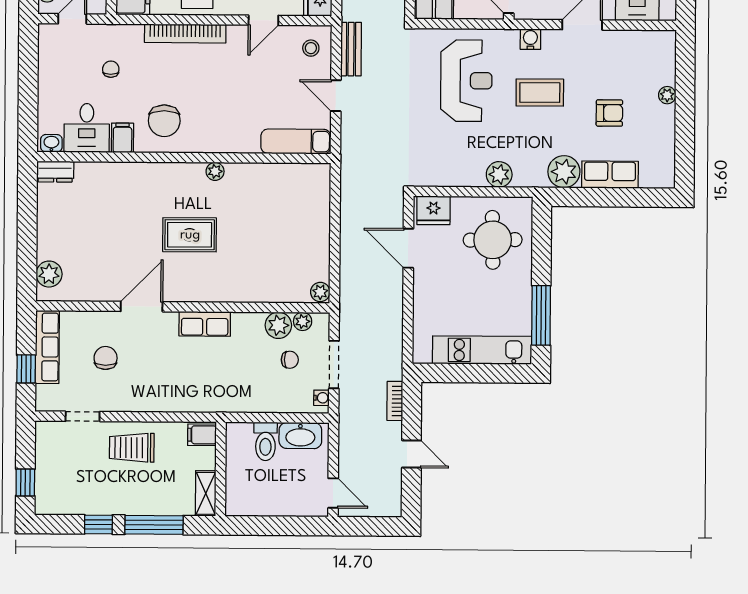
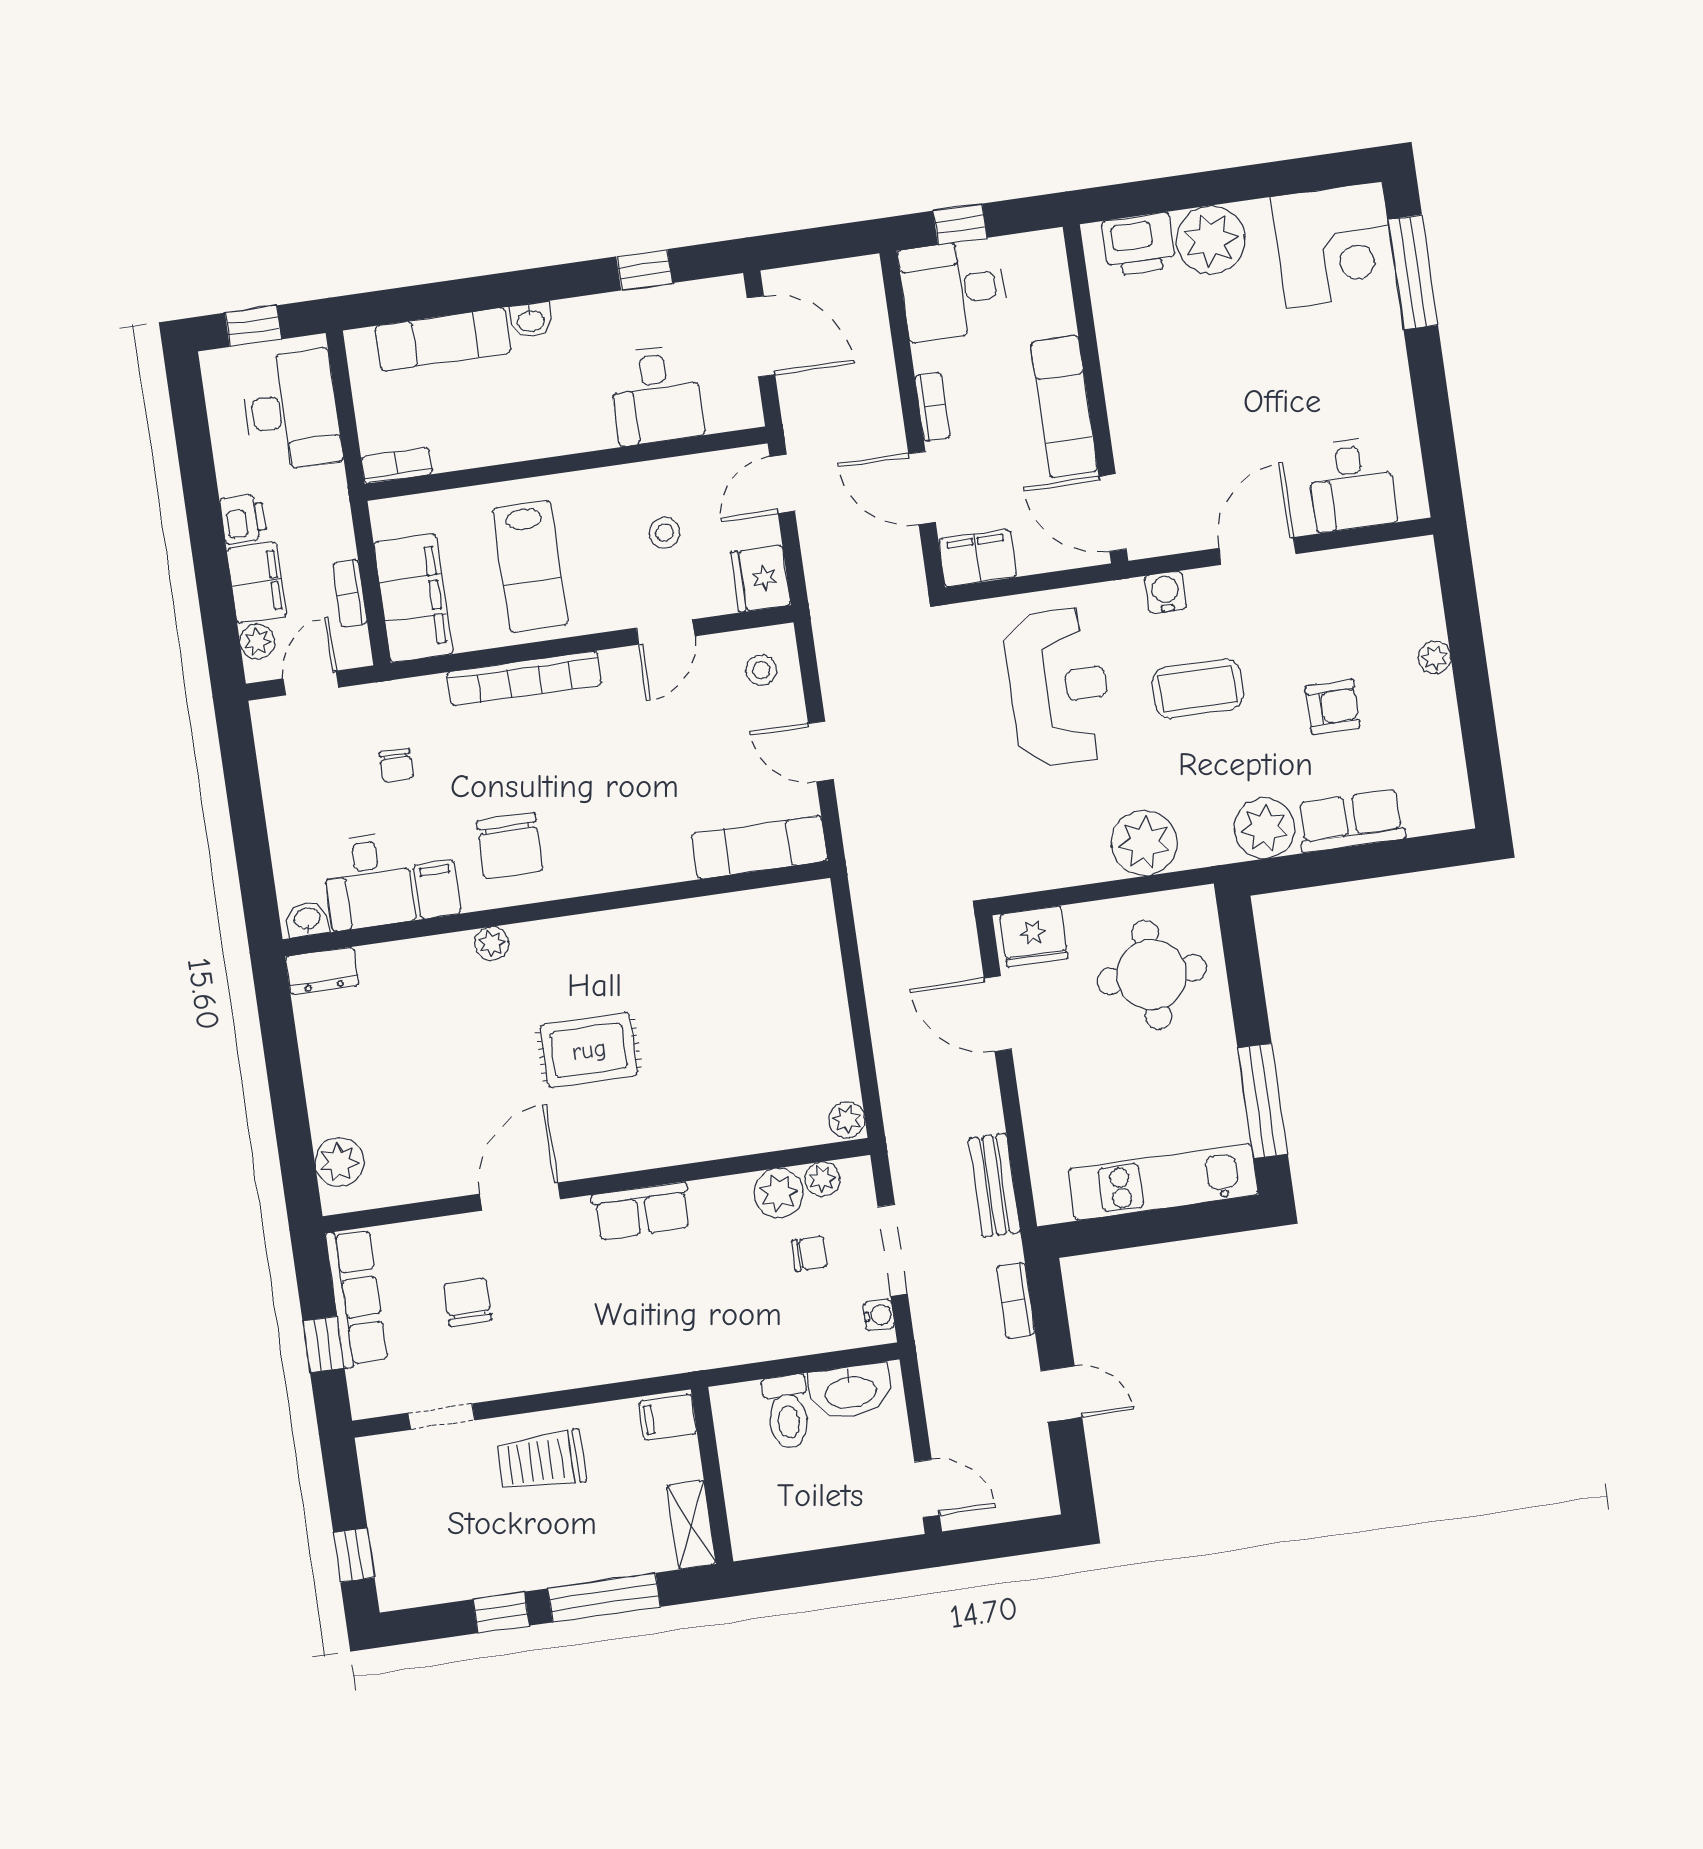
bench: (351, 49) -> (994, 1185), moved
chair: (111, 69) -> (396, 765), turned 180
plant: (215, 171) -> (492, 944), moved
plant: (499, 174) -> (1144, 843), width x1.36, depth x1.36

